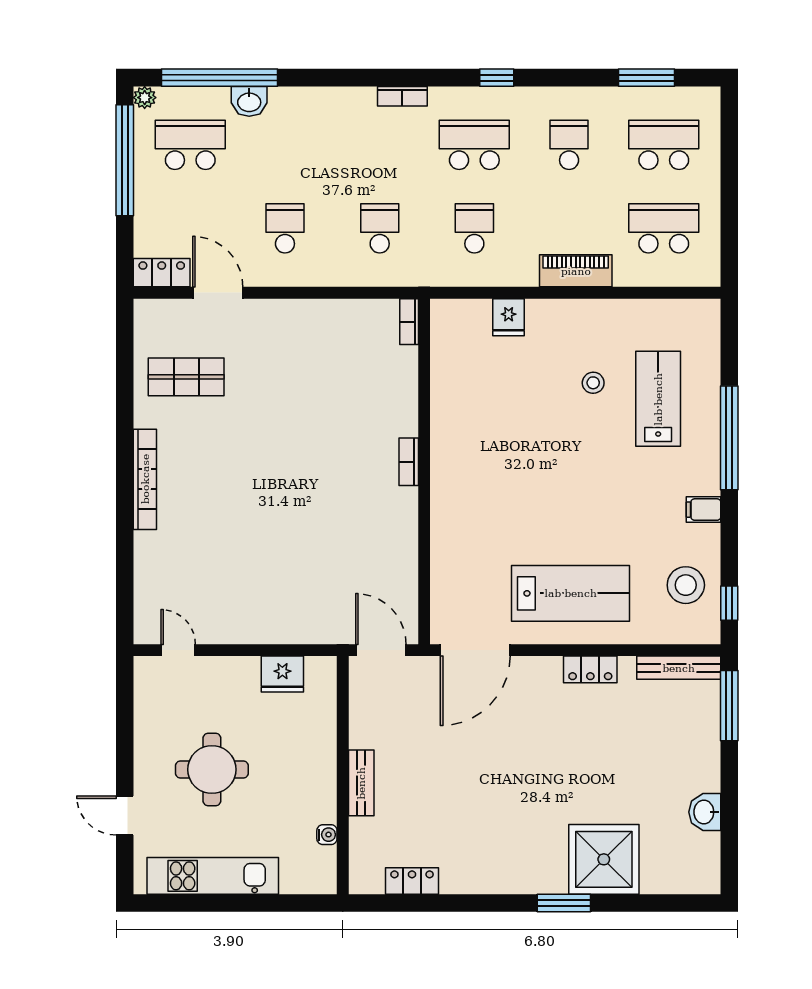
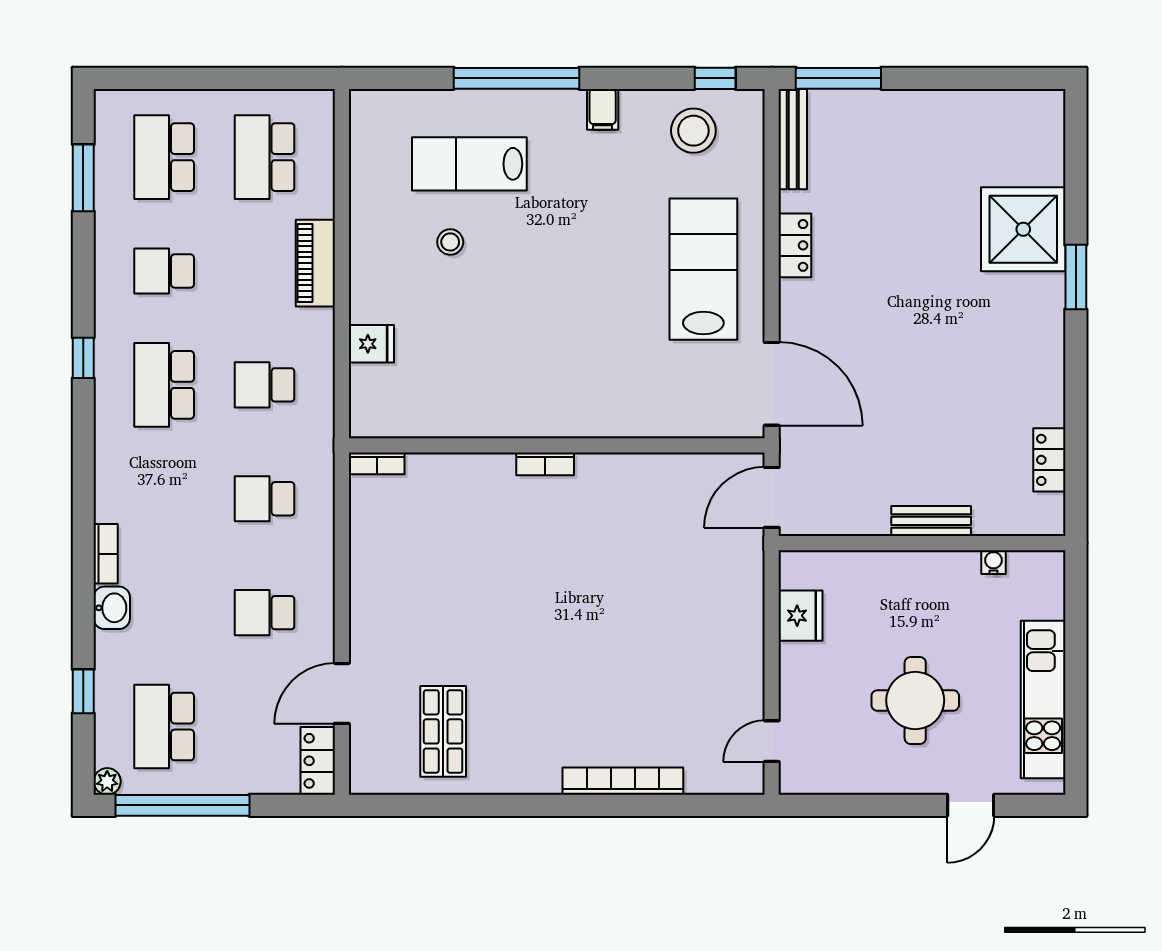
window: (220, 78) -> (83, 691), width x0.32
bookcase: (402, 96) -> (106, 554), moved
washbasin: (249, 101) -> (112, 608), moved
bookcase: (145, 479) -> (623, 781), moved
washbasin: (705, 812) -> (966, 108), removed

